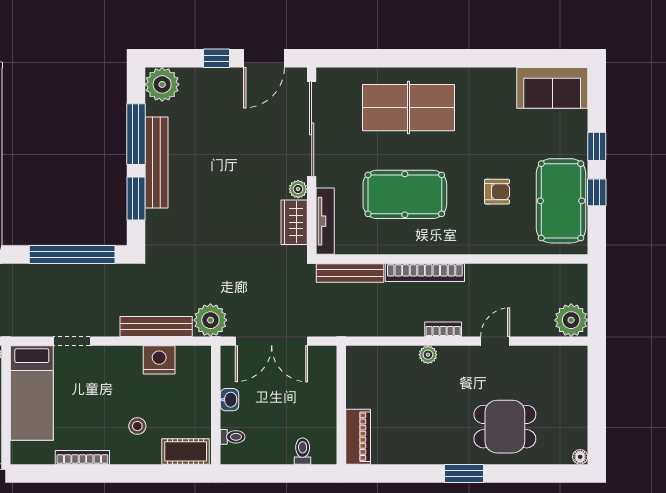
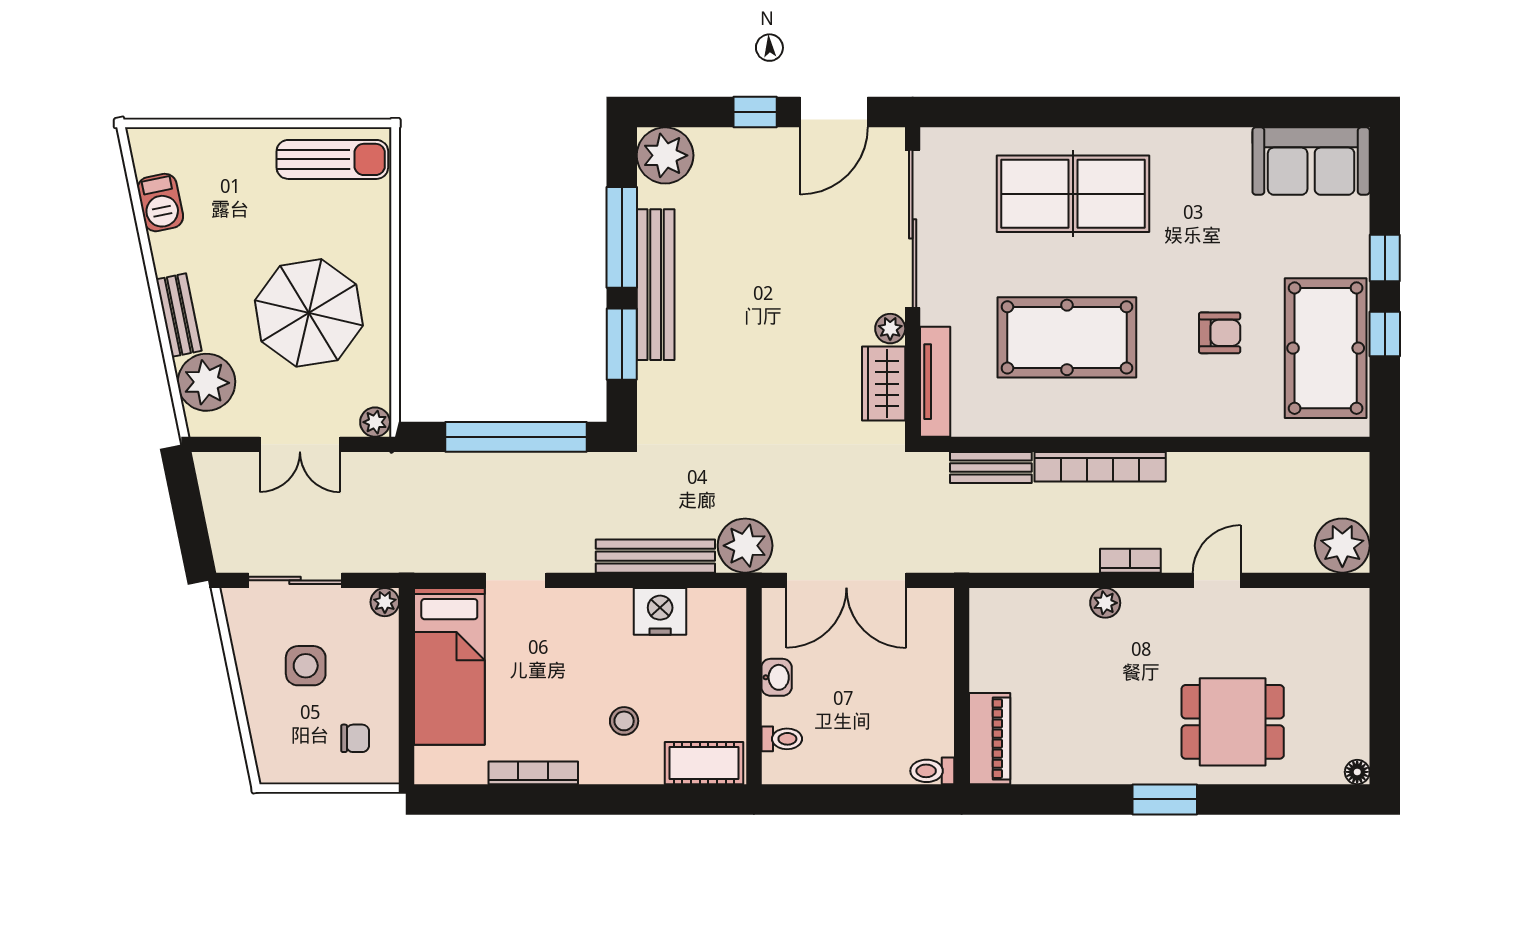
bench: (350, 273) -> (991, 468), width x0.73
toilet: (303, 451) -> (932, 771), moved, turned -90

